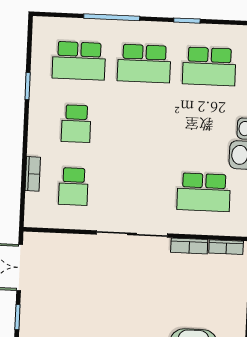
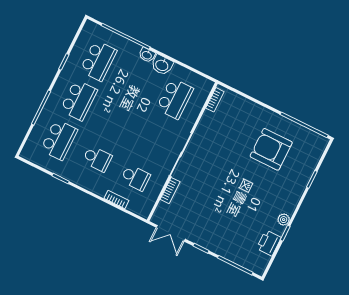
bookcase: (189, 246) -> (170, 191), moved

